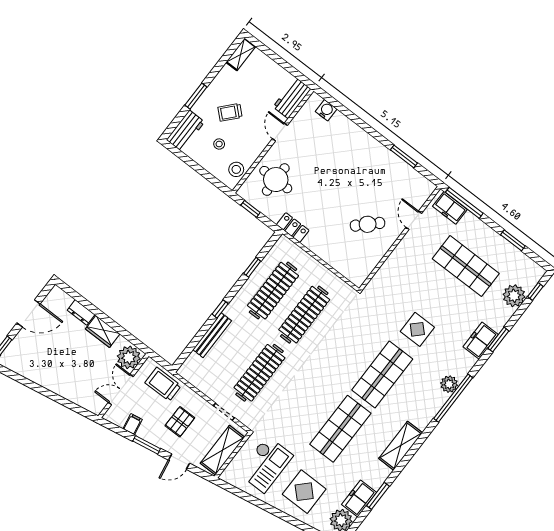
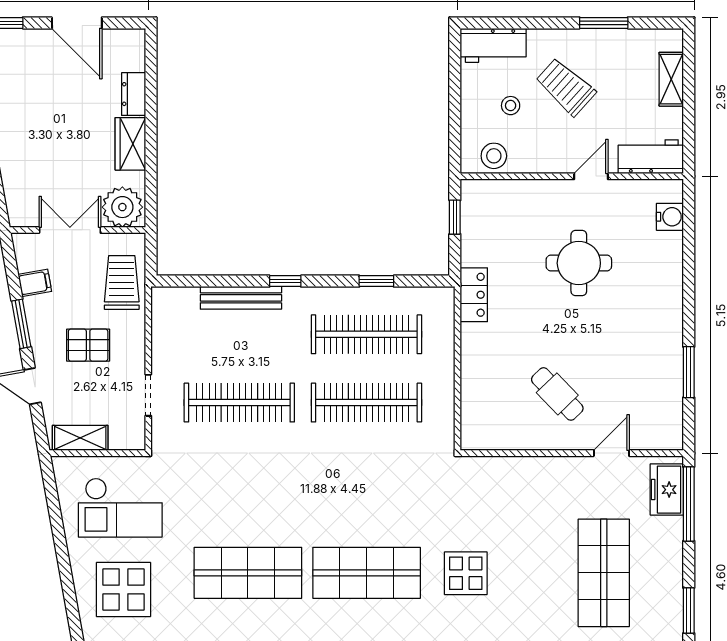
shelving: (241, 54) -> (671, 79), moved, turned 90
window: (196, 96) -> (604, 23), moved
trolley: (230, 112) -> (566, 87), width x1.36, depth x1.39
round table: (276, 180) -> (579, 263), moved
shelving: (223, 450) -> (80, 438), width x0.67, depth x0.75

